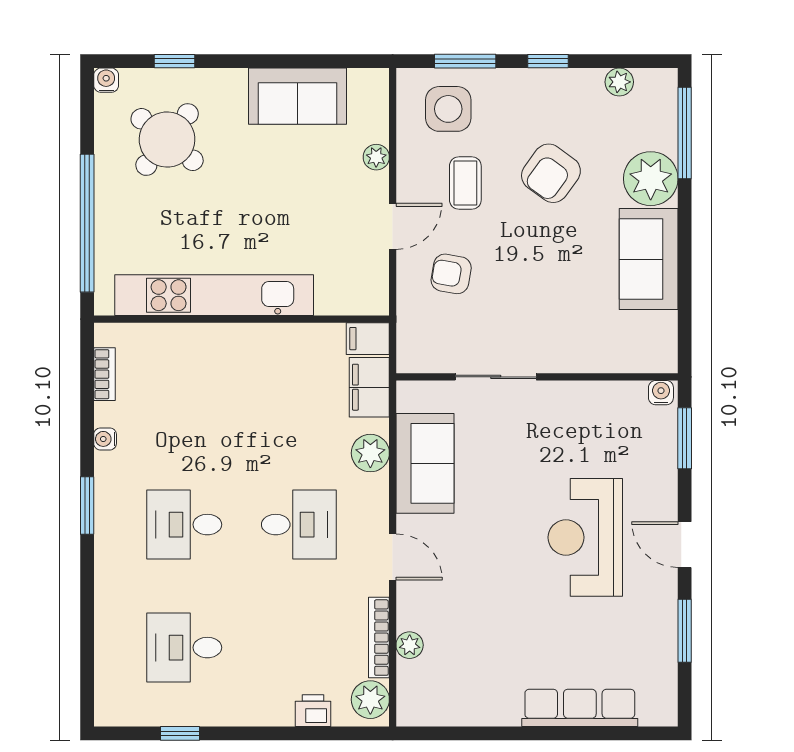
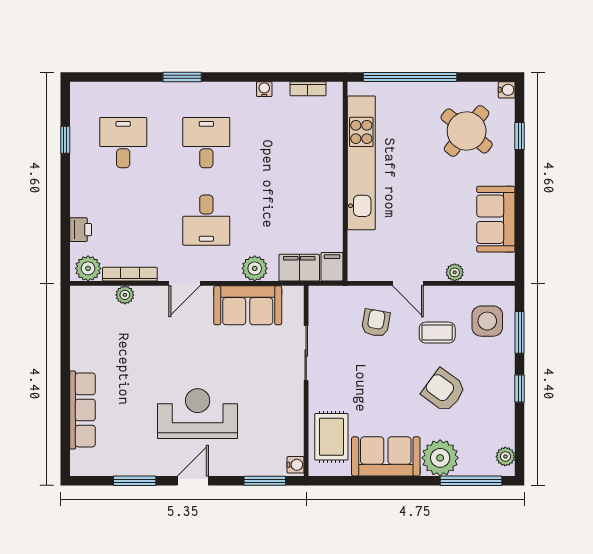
plant: (619, 82) -> (505, 456), moved
rug: (619, 340) -> (331, 437), added
window: (87, 506) -> (182, 77), moved

